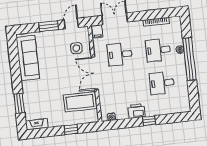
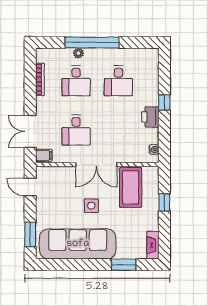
window: (49, 26) -> (30, 234), moved
side table: (76, 48) -> (91, 206), moved
sofa: (28, 58) -> (78, 244), width x1.36, depth x1.27

